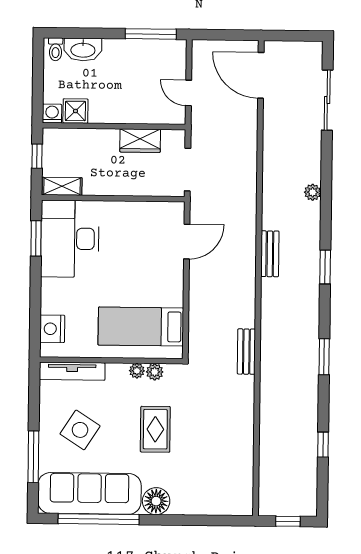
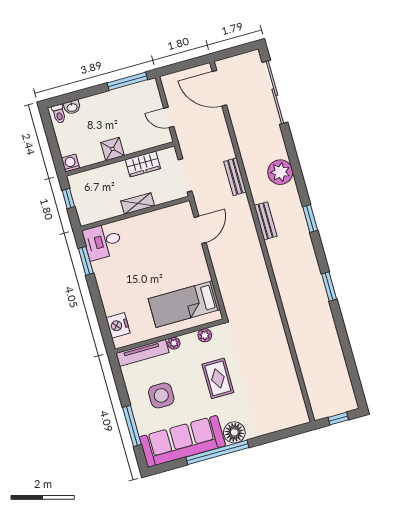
washbasin: (83, 50) -> (72, 107), width x0.52, depth x0.69
sliding door: (327, 100) -> (275, 92), width x1.36
shower: (75, 111) -> (113, 149), moved
shelving: (62, 186) -> (138, 204), moved
plant: (313, 192) -> (280, 172), width x1.88, depth x1.88
desk: (70, 239) -> (103, 241), width x0.53, depth x0.77
bench: (246, 352) -> (235, 177), moved
plant: (137, 371) -> (174, 343), moved
side table: (80, 430) -> (161, 395), turned -33
window: (323, 445) -> (348, 353), removed
window: (99, 519) -> (217, 452), moved

